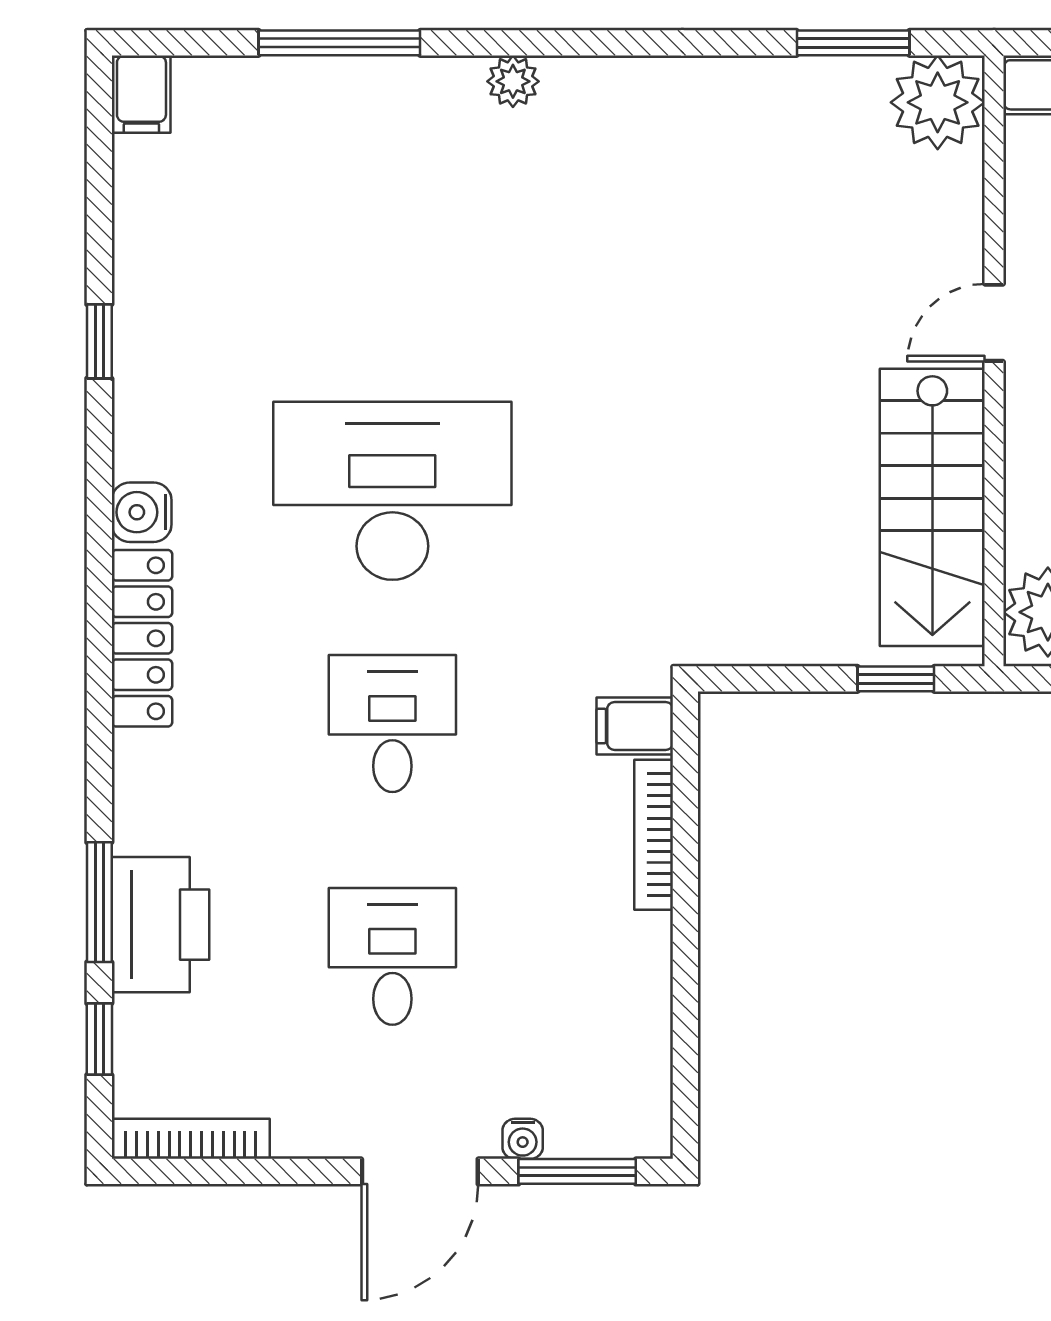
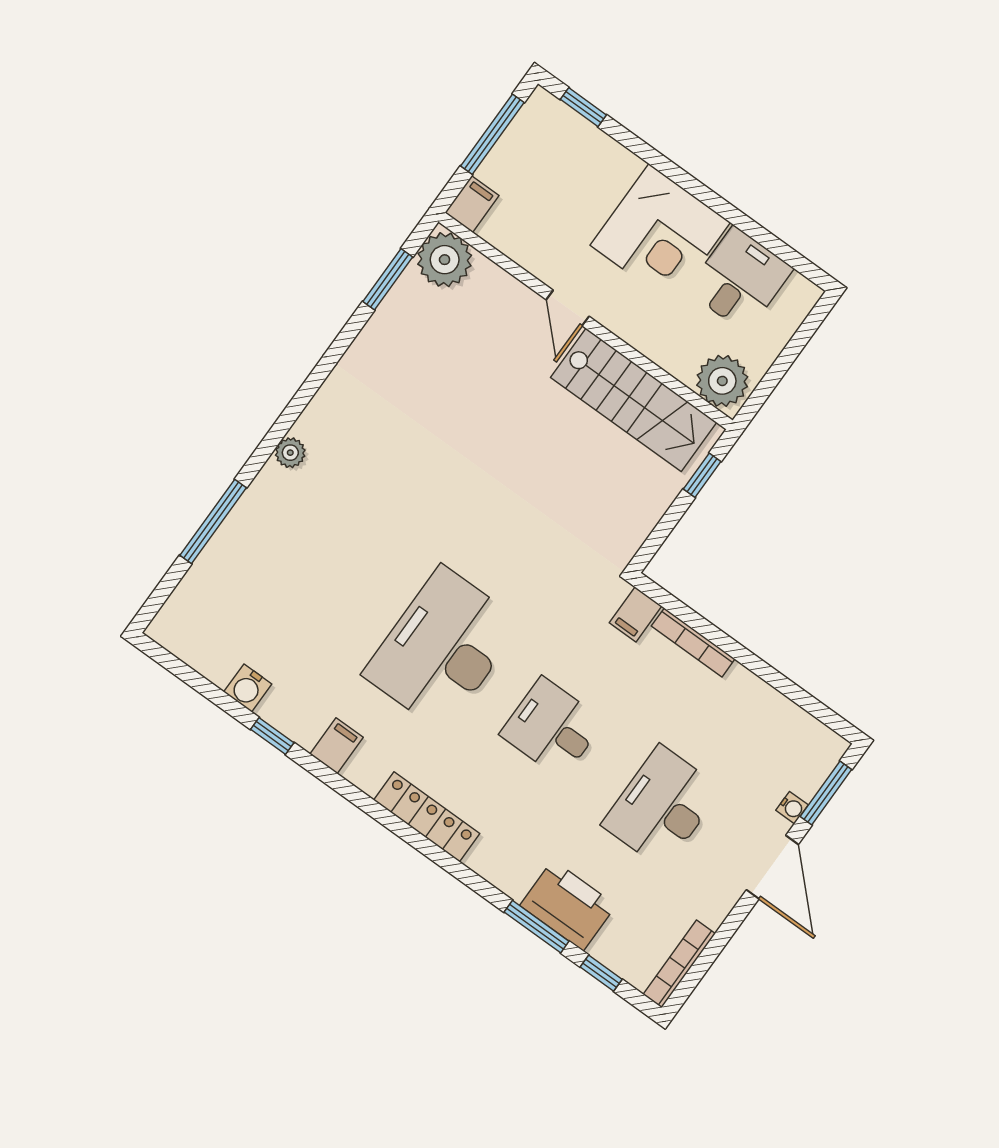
filing cabinet: (141, 94) -> (337, 746), moved, turned -90
water cooler: (142, 512) -> (248, 688), moved
desk: (392, 956) -> (662, 807), width x1.37

